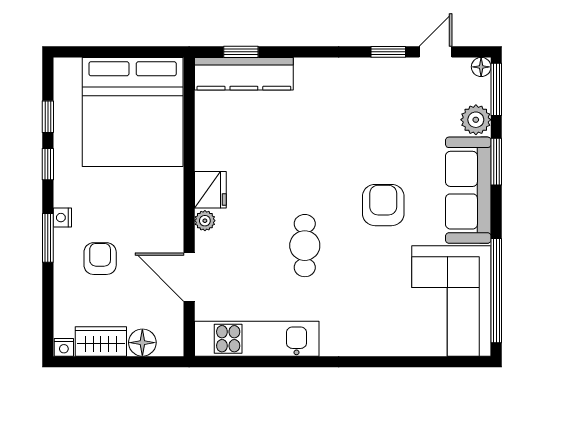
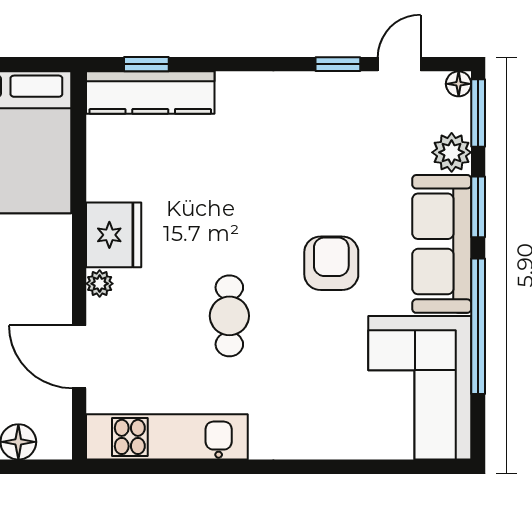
fridge: (210, 190) -> (114, 235), width x1.36, depth x1.34
window: (496, 291) -> (478, 326), moved

